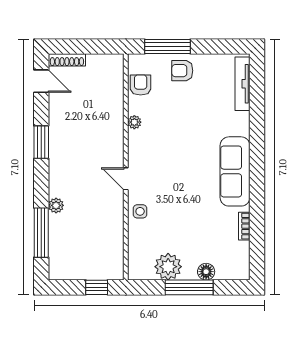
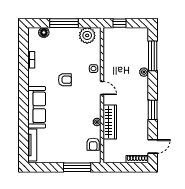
armchair: (182, 71) -> (65, 80), moved
door: (41, 81) -> (153, 146), swing flipped
wardrobe: (113, 122) -> (110, 122), added
sofa: (235, 171) -> (37, 107), moved
plant: (168, 267) -> (87, 35), moved
floor lamp: (206, 272) -> (44, 32), moved

